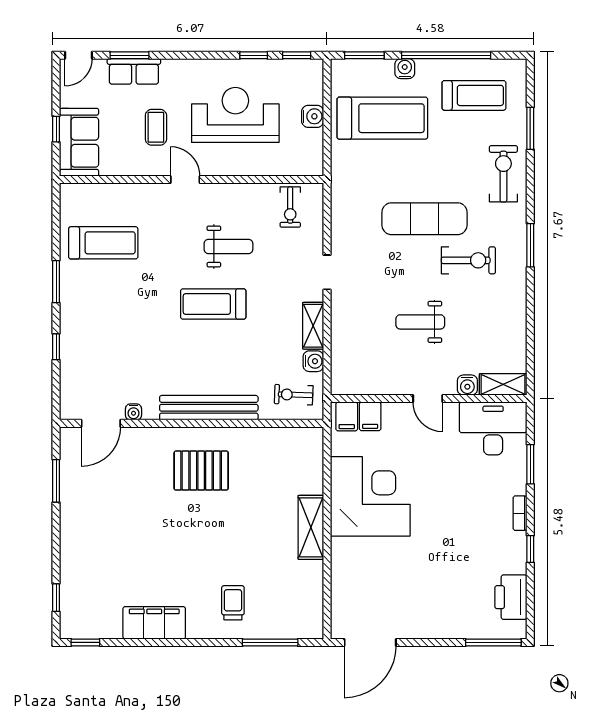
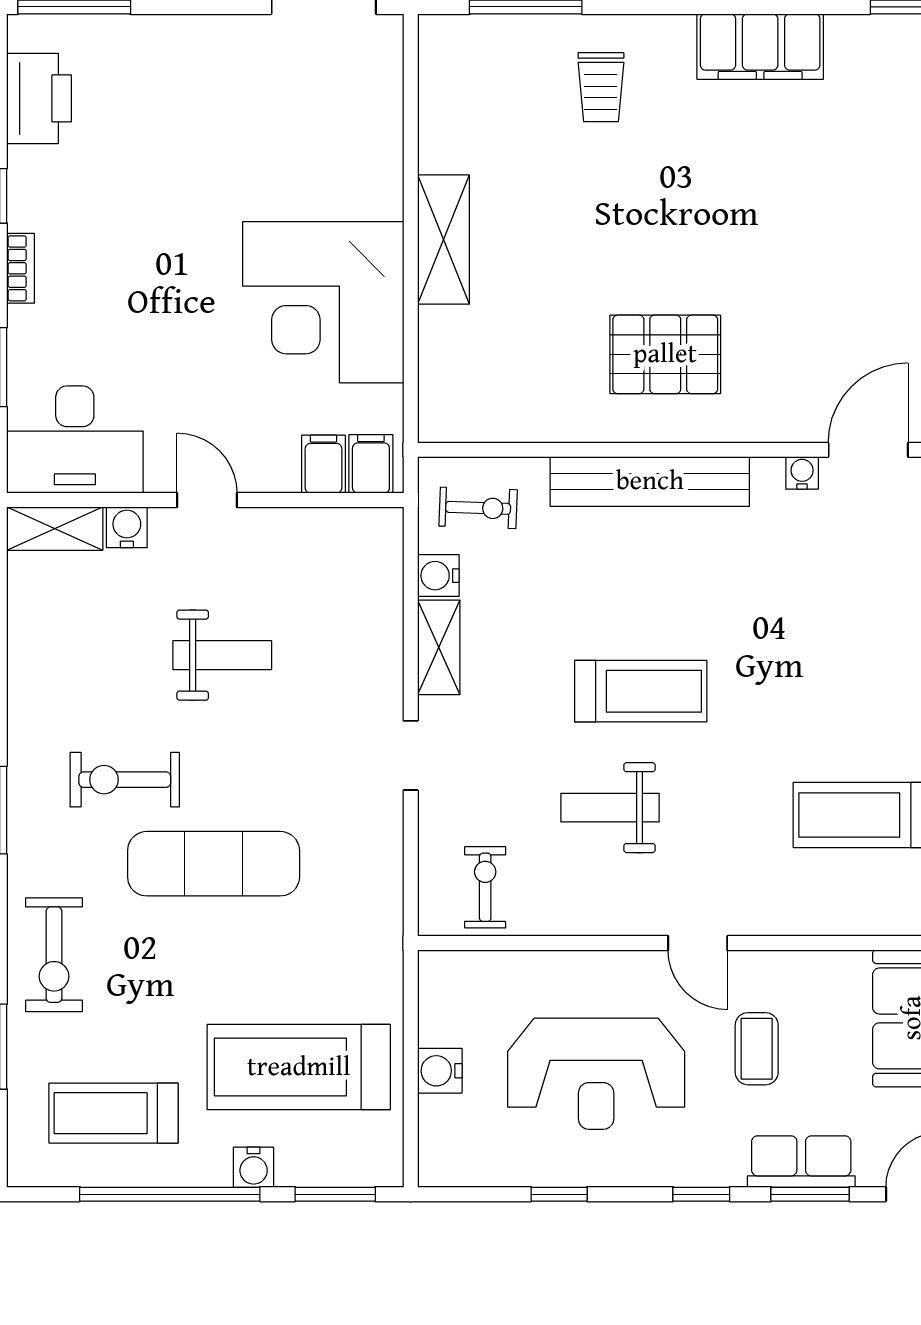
window: (297, 55) -> (701, 1194), moved

